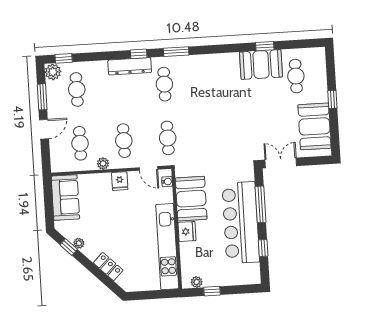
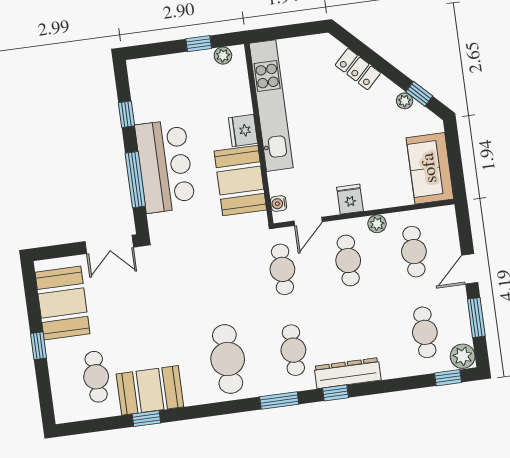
cafe table: (208, 81) -> (228, 359), added
door: (148, 168) -> (308, 221), swing flipped
bar counter: (241, 223) -> (165, 166), width x0.73

